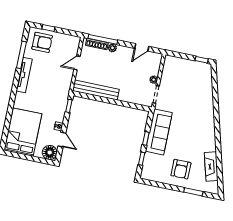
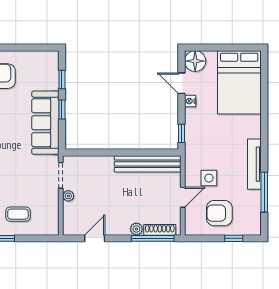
armchair: (42, 42) -> (219, 213), moved
side table: (57, 72) -> (209, 178), added
coffee table: (190, 74) -> (18, 214), added

